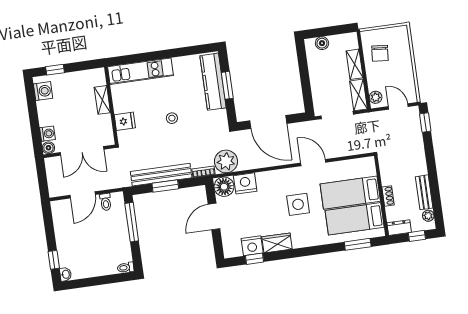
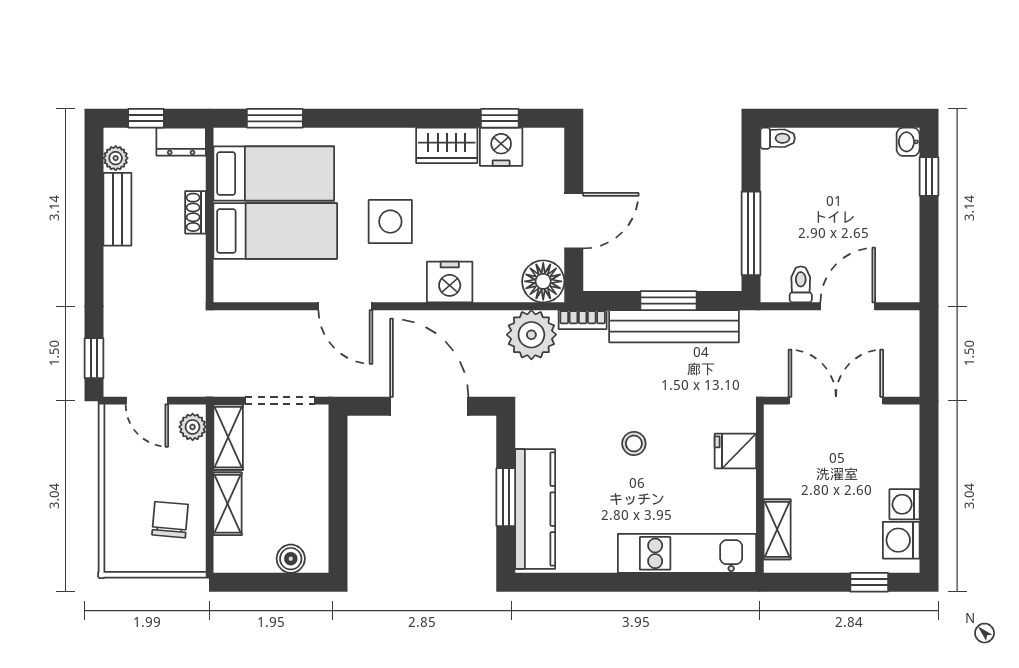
shelving: (102, 100) -> (777, 529), moved
washing machine: (47, 134) -> (904, 504), moved
boiler: (48, 148) -> (907, 417), removed
nightstand: (245, 183) -> (450, 282), moved

